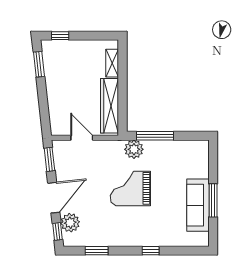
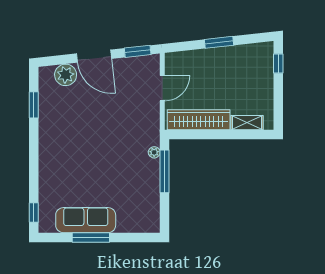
window: (39, 64) -> (219, 42), moved
plant: (134, 149) -> (154, 152), width x0.53, depth x0.53
grand piano: (130, 188) -> (105, 143), removed
window: (57, 231) -> (56, 60), removed
window: (151, 251) -> (34, 212), moved

